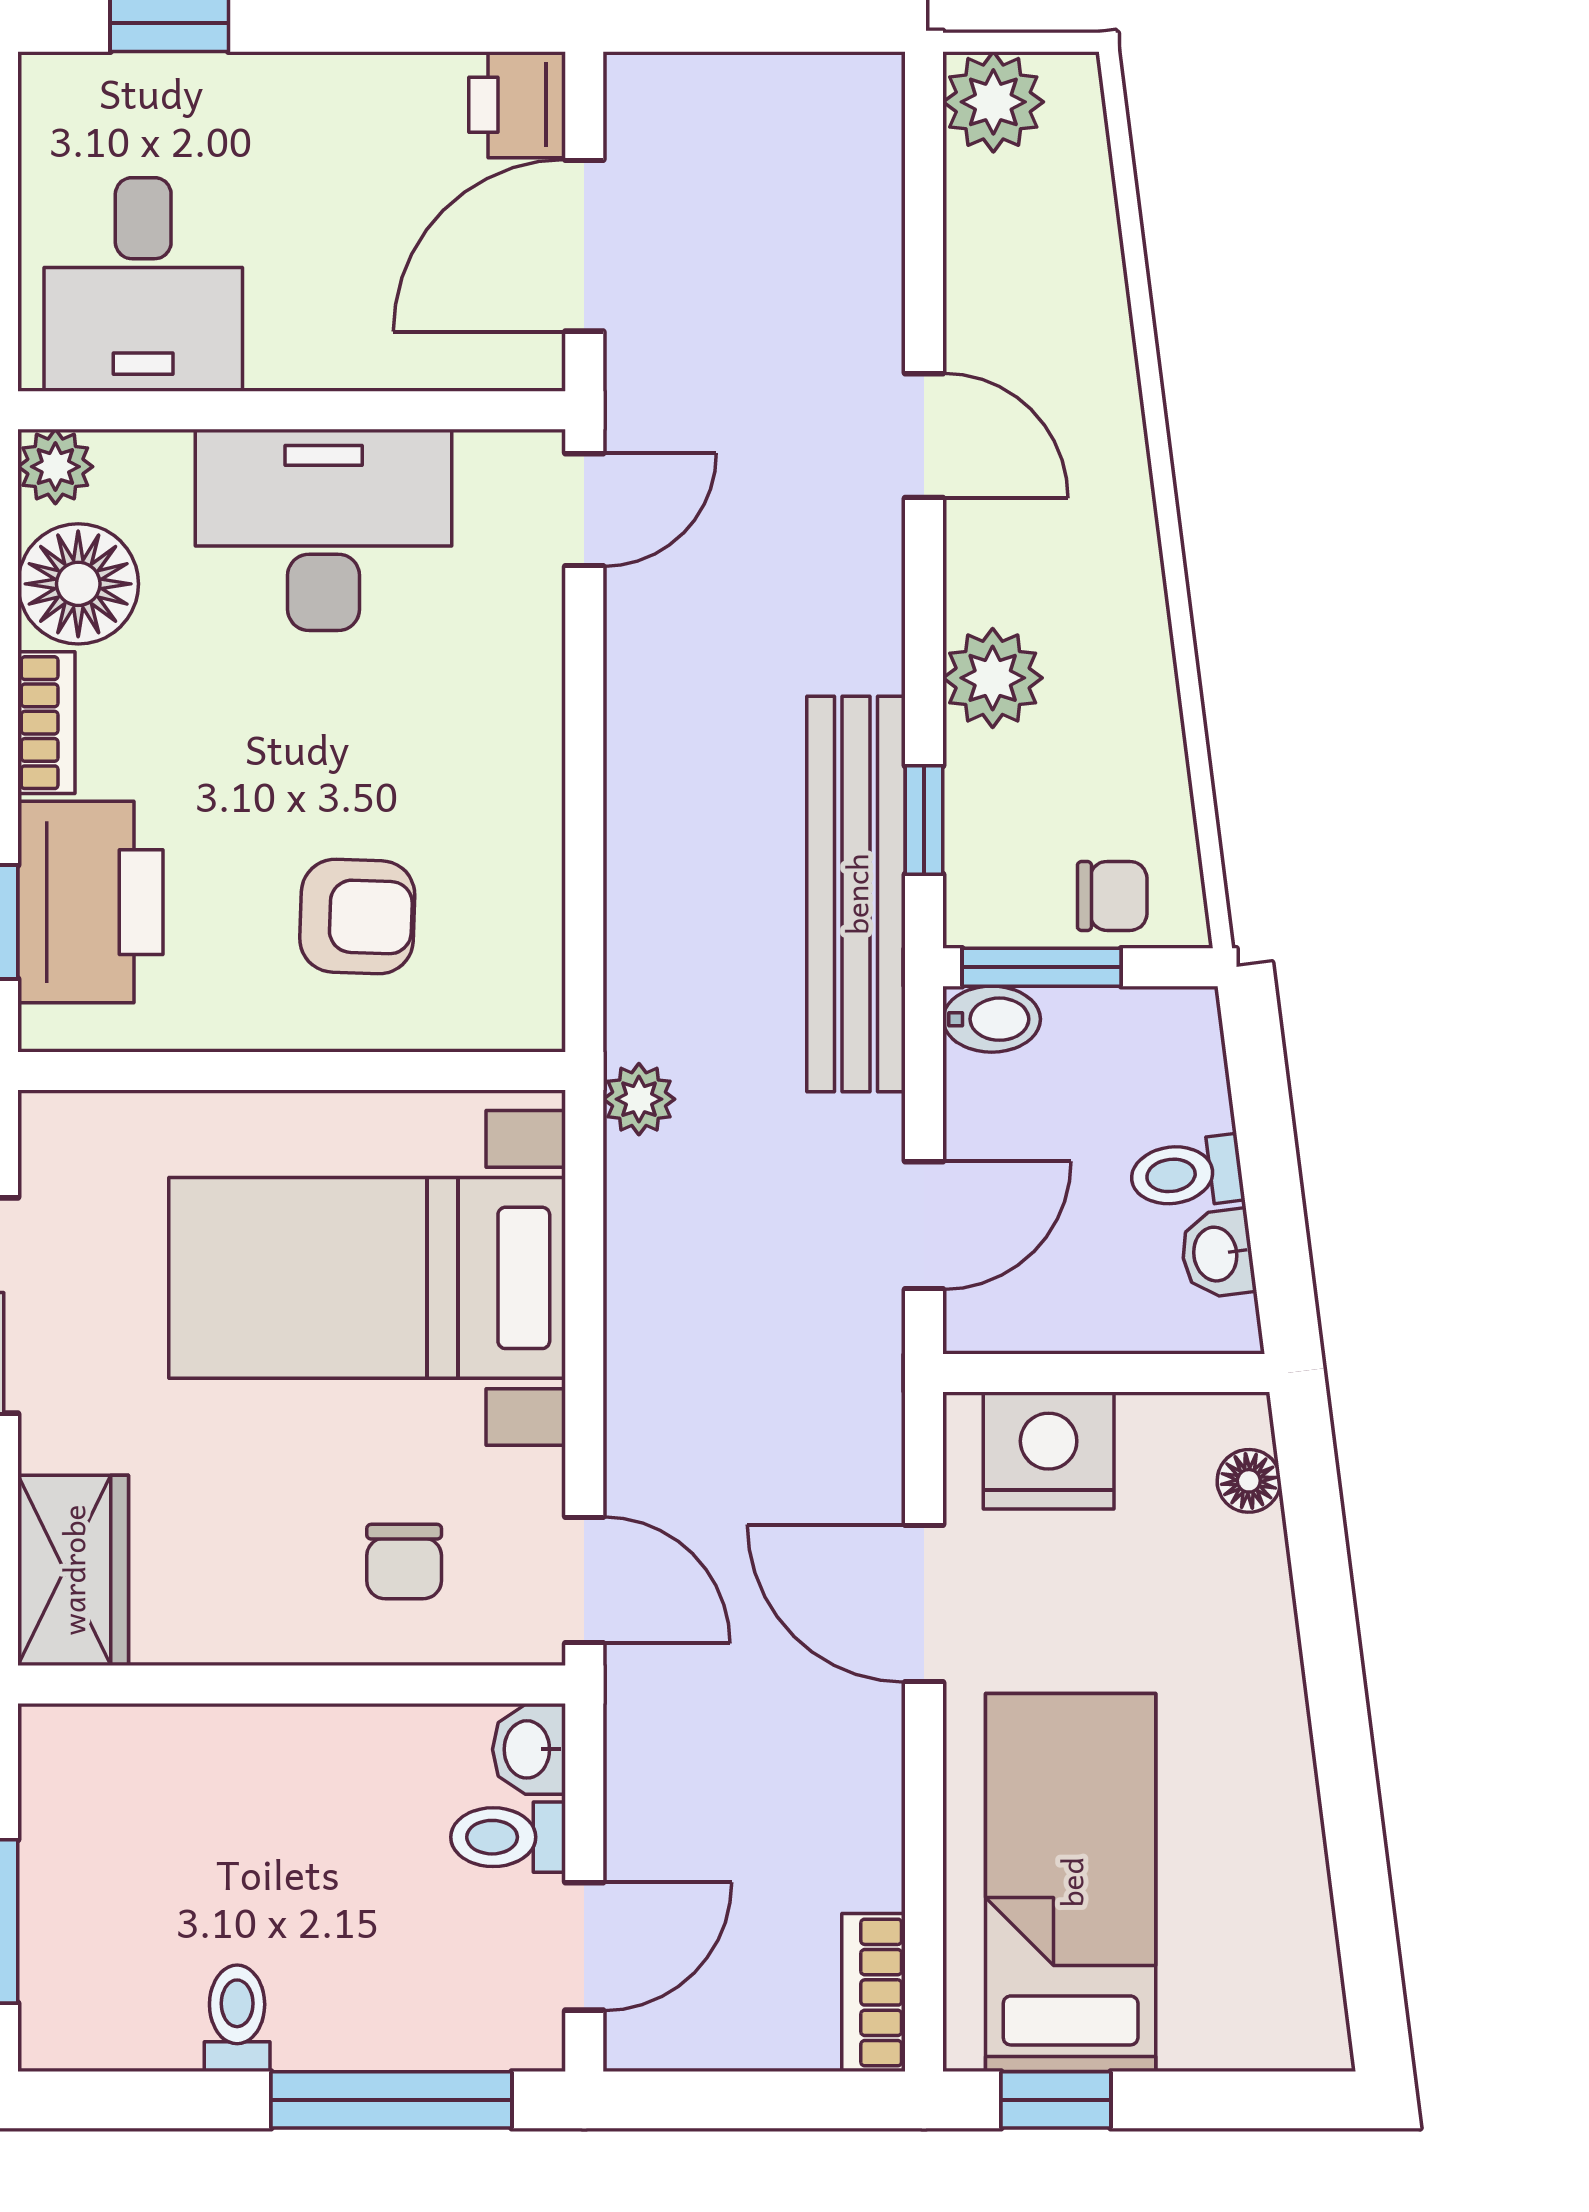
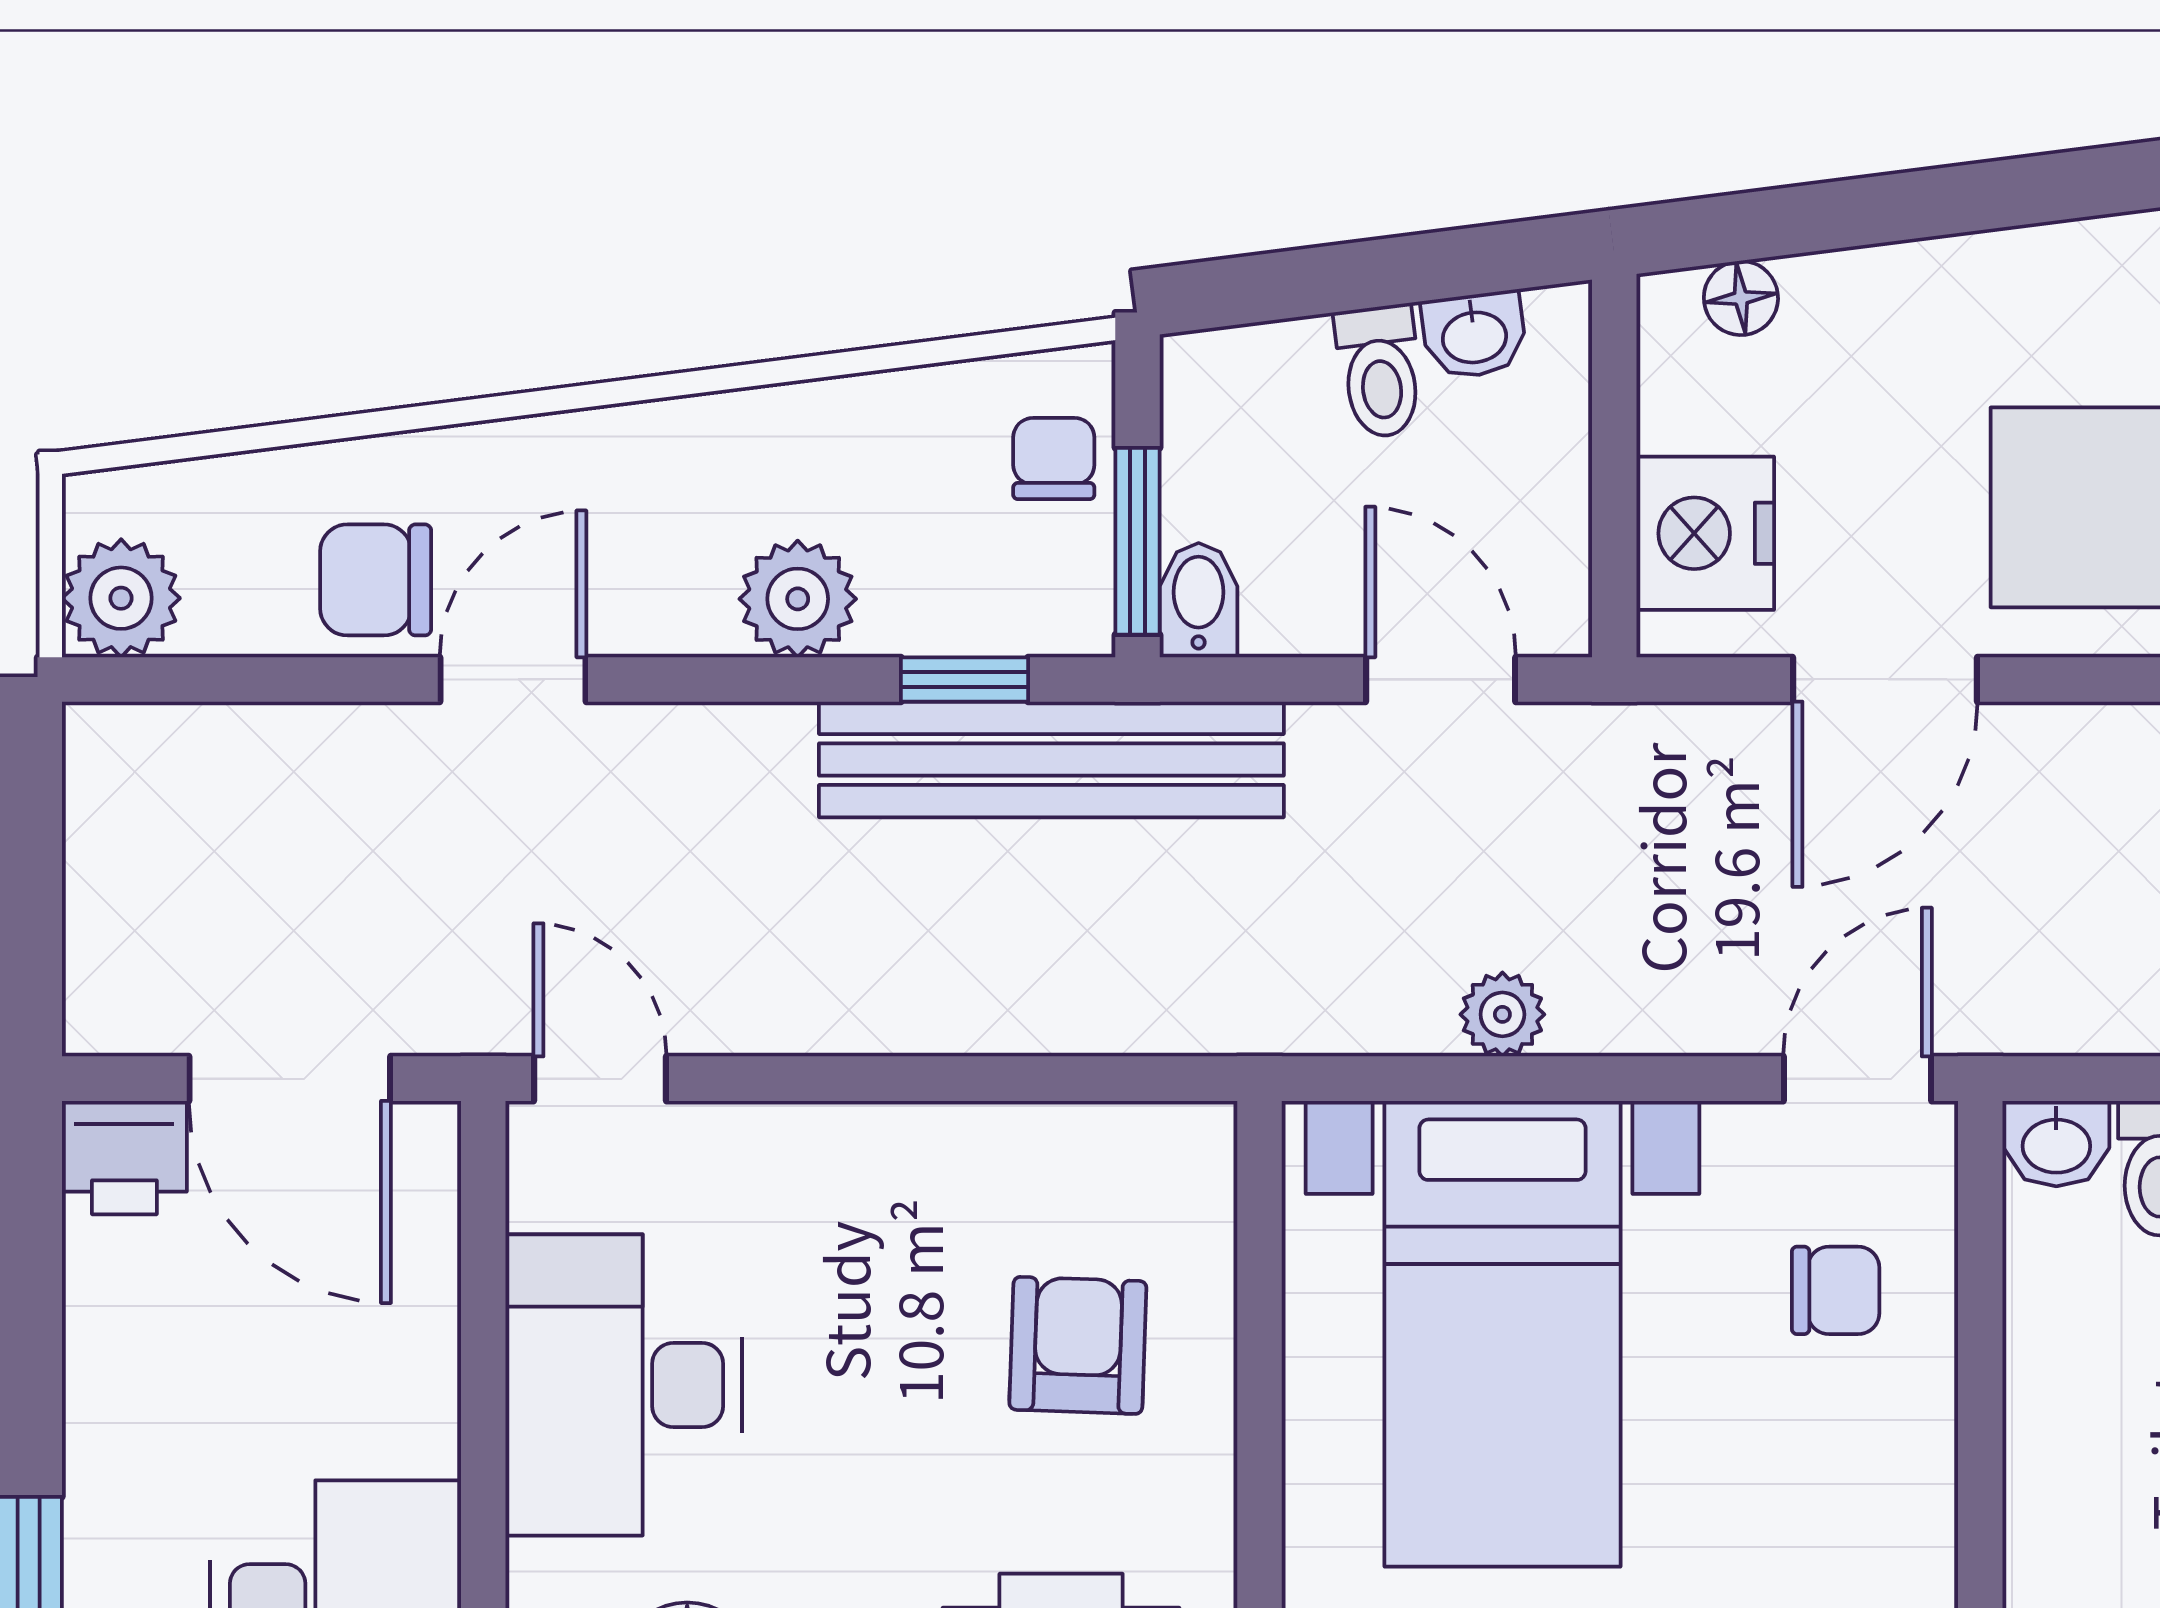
chair: (1009, 319) -> (376, 580), added
plant: (639, 1099) -> (1502, 1014), moved

